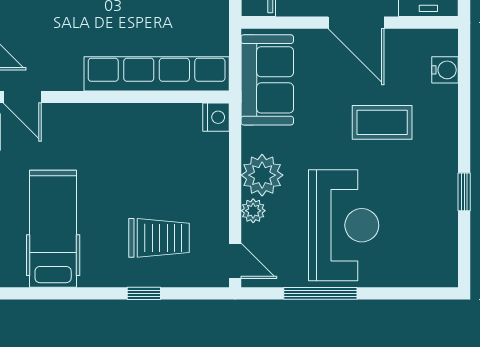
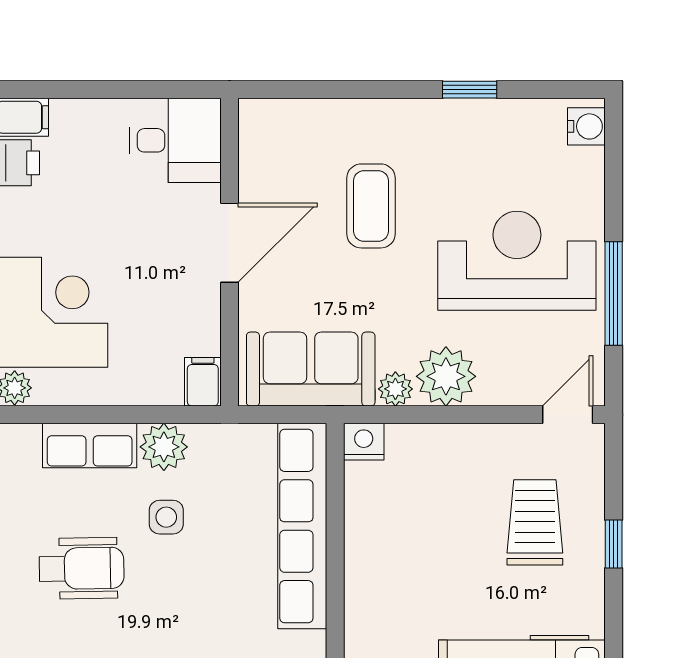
water cooler: (445, 70) -> (586, 126), moved, turned 90
plant: (253, 211) -> (395, 389), moved

